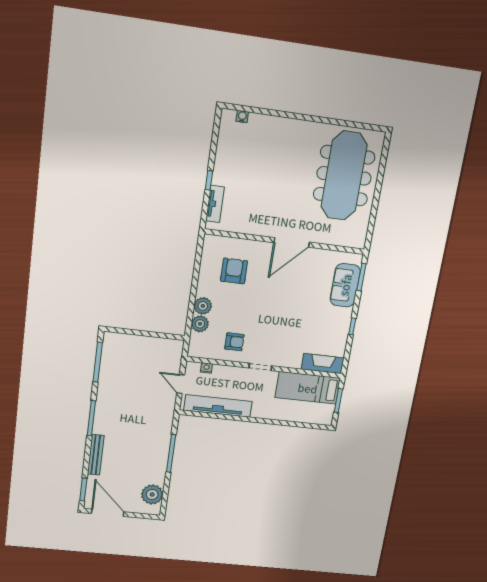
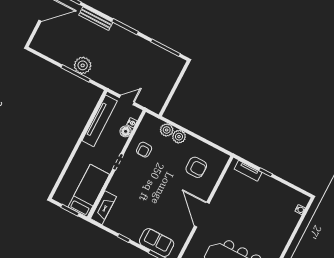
floor lamp: (220, 371) -> (126, 131), added
plant: (152, 494) -> (83, 65), moved

